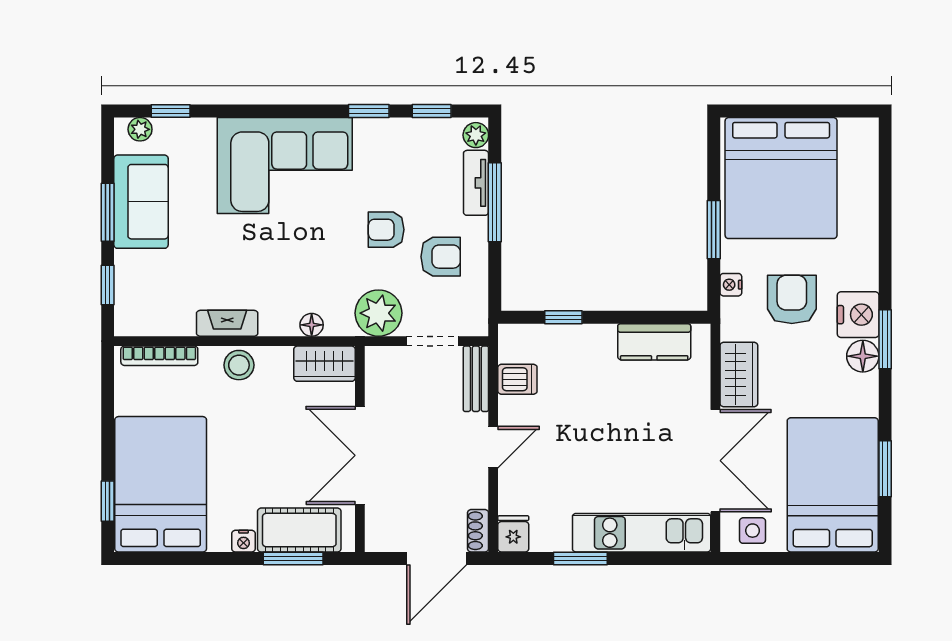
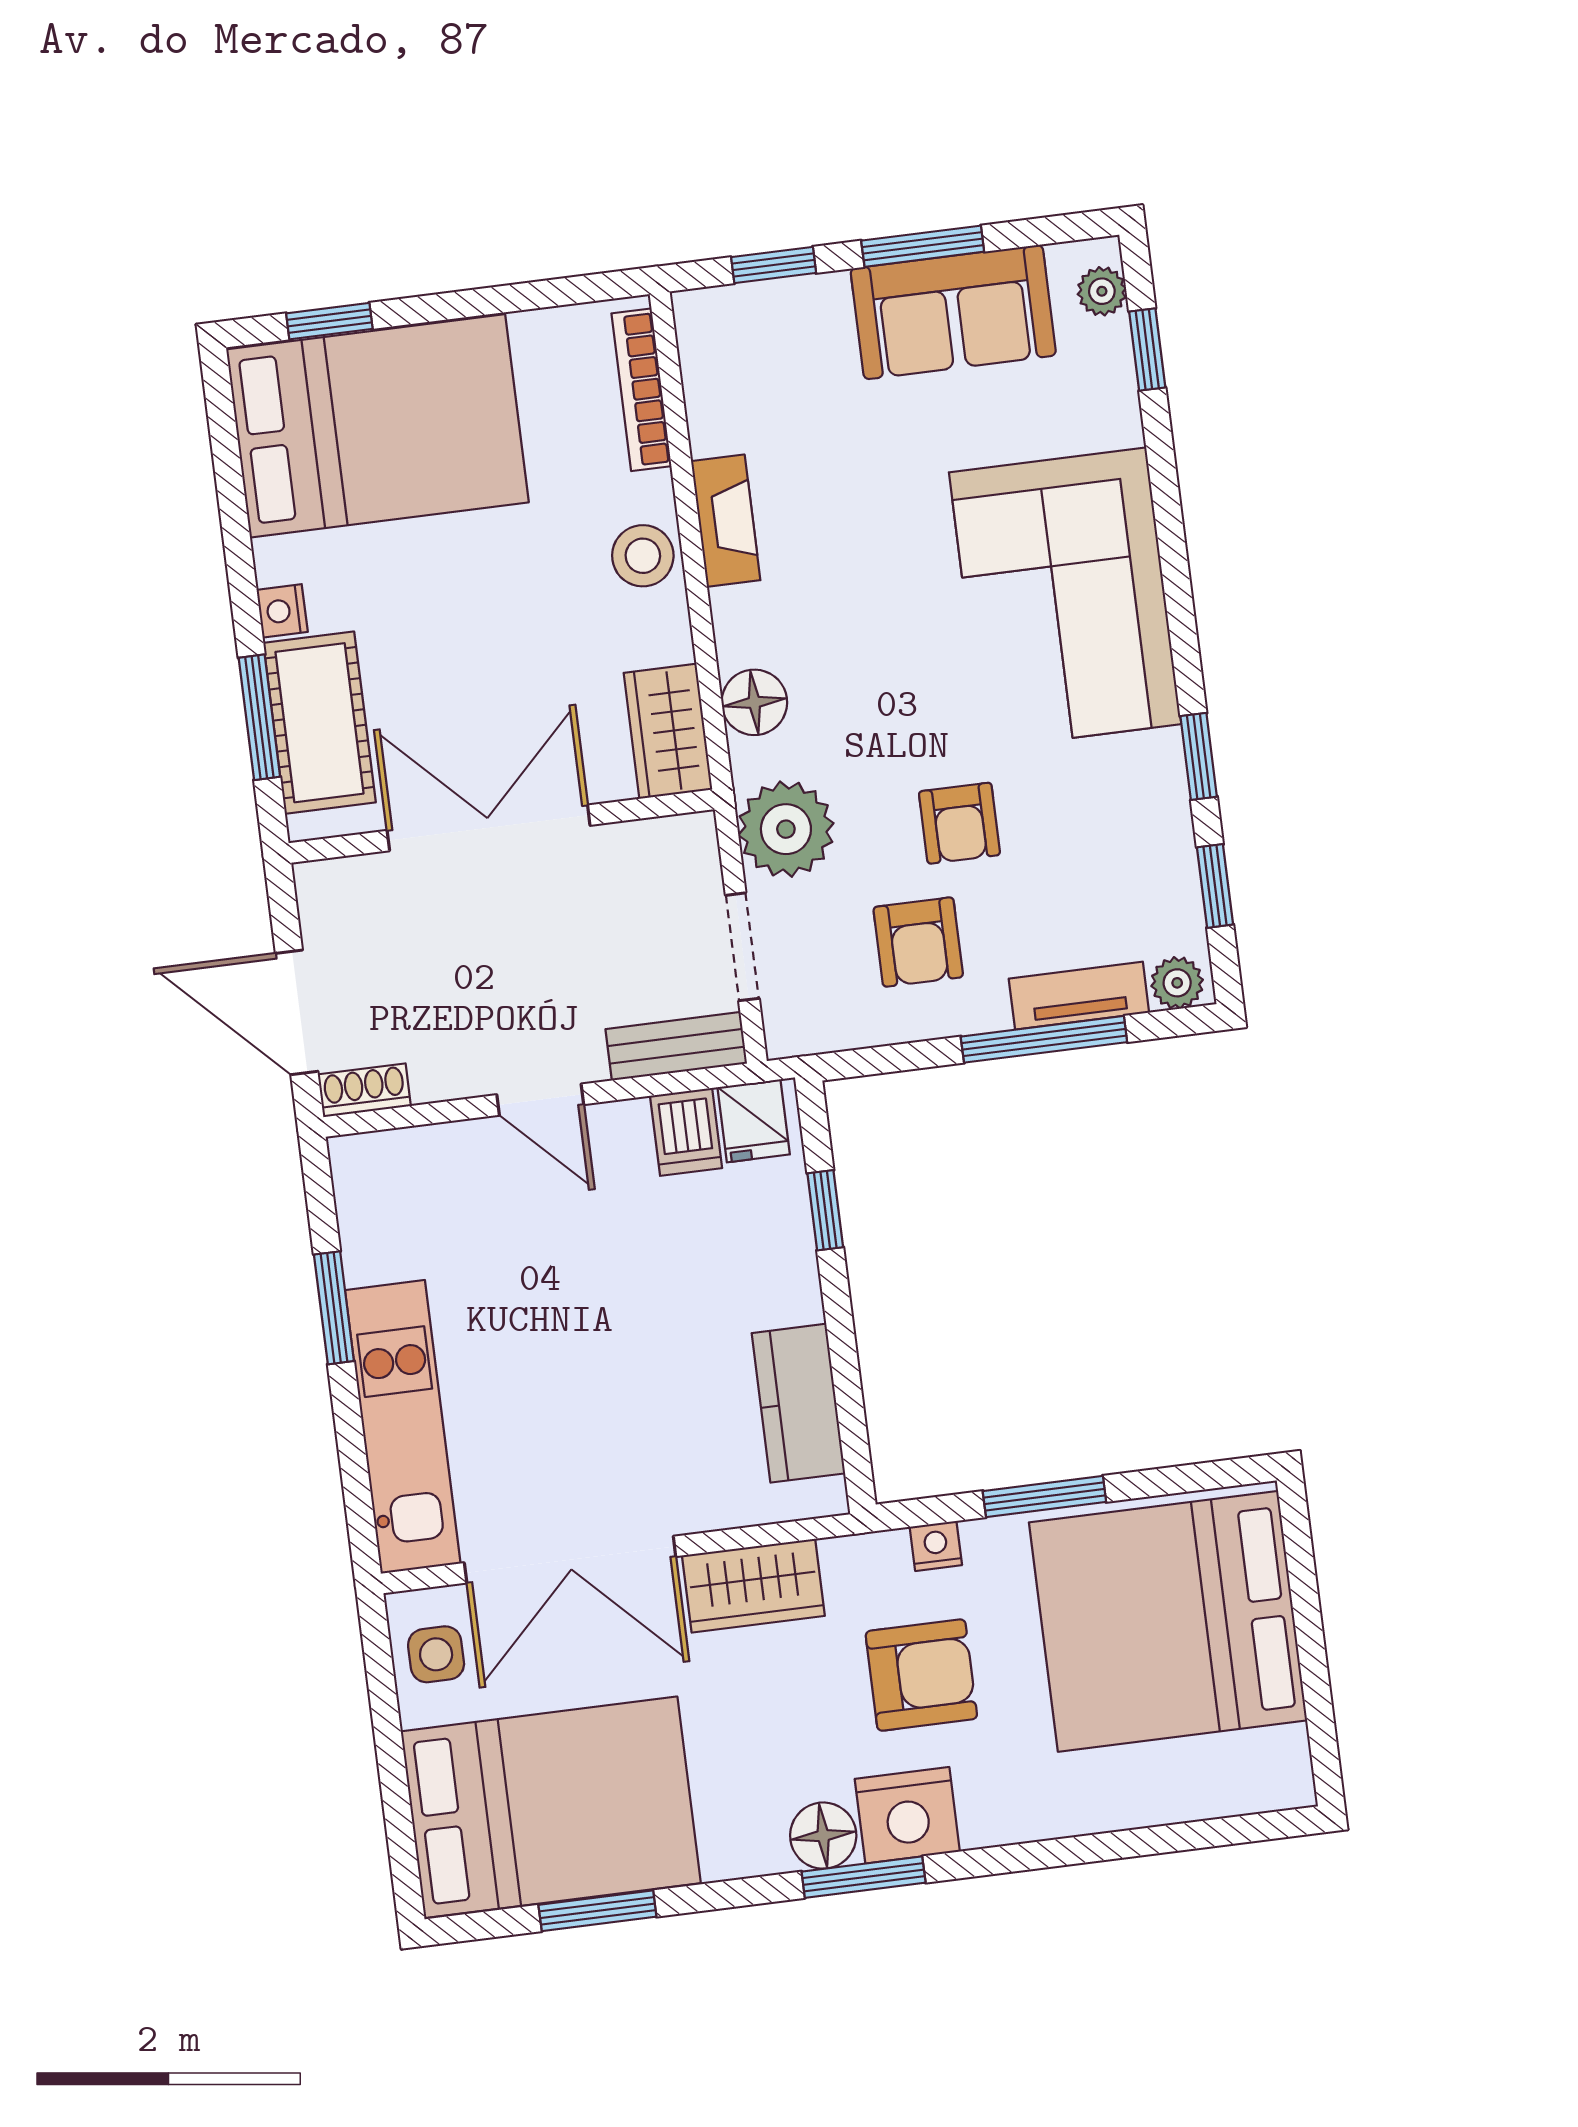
armchair: (386, 230) -> (959, 823), turned 180
floor lamp: (312, 325) -> (754, 702), width x1.37, depth x1.37
fridge: (513, 534) -> (754, 1121), moved, turned 90

